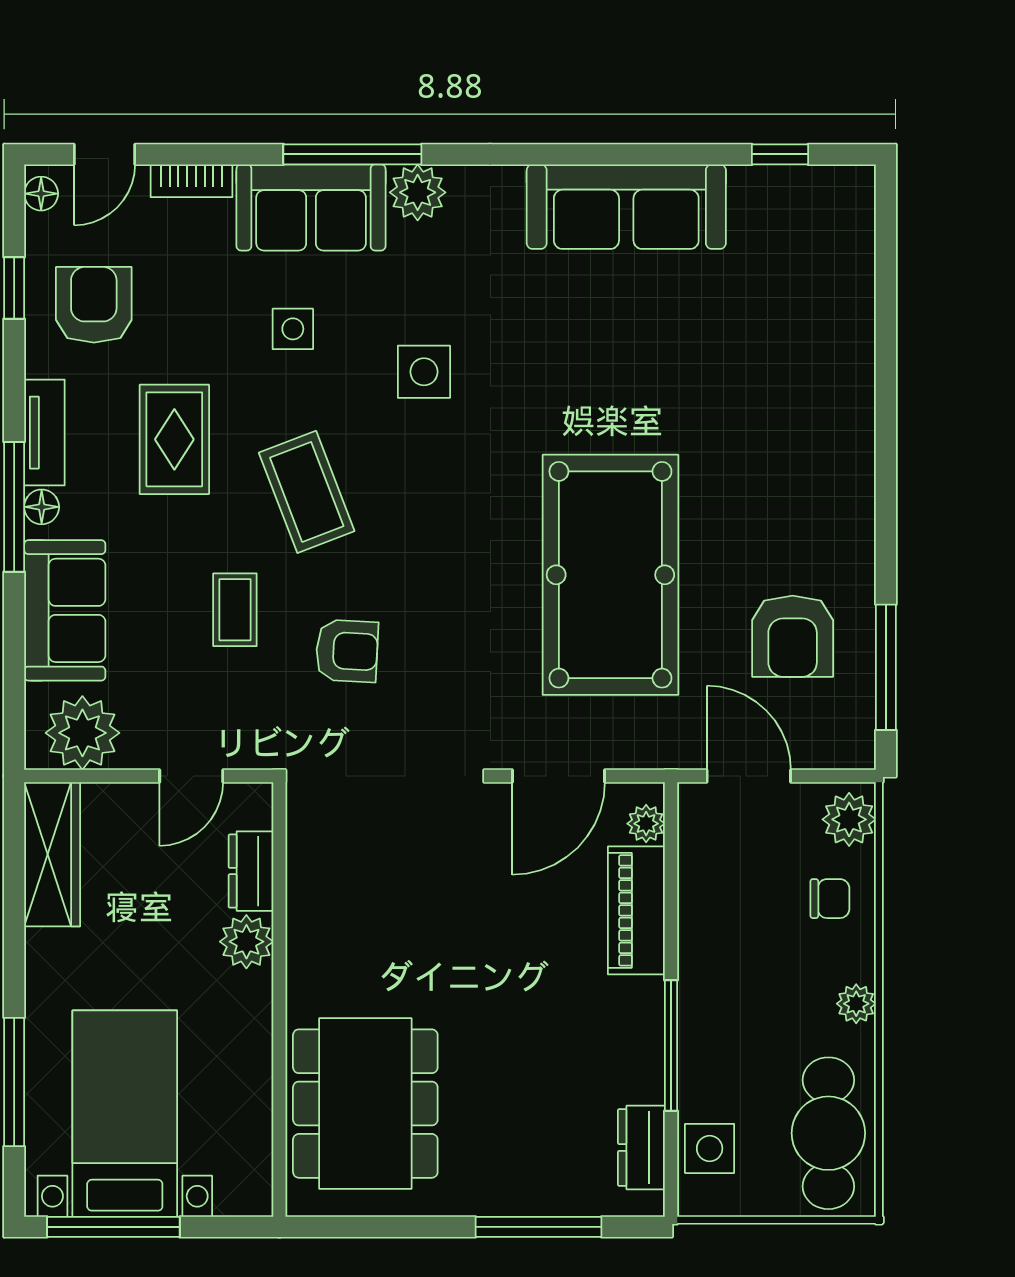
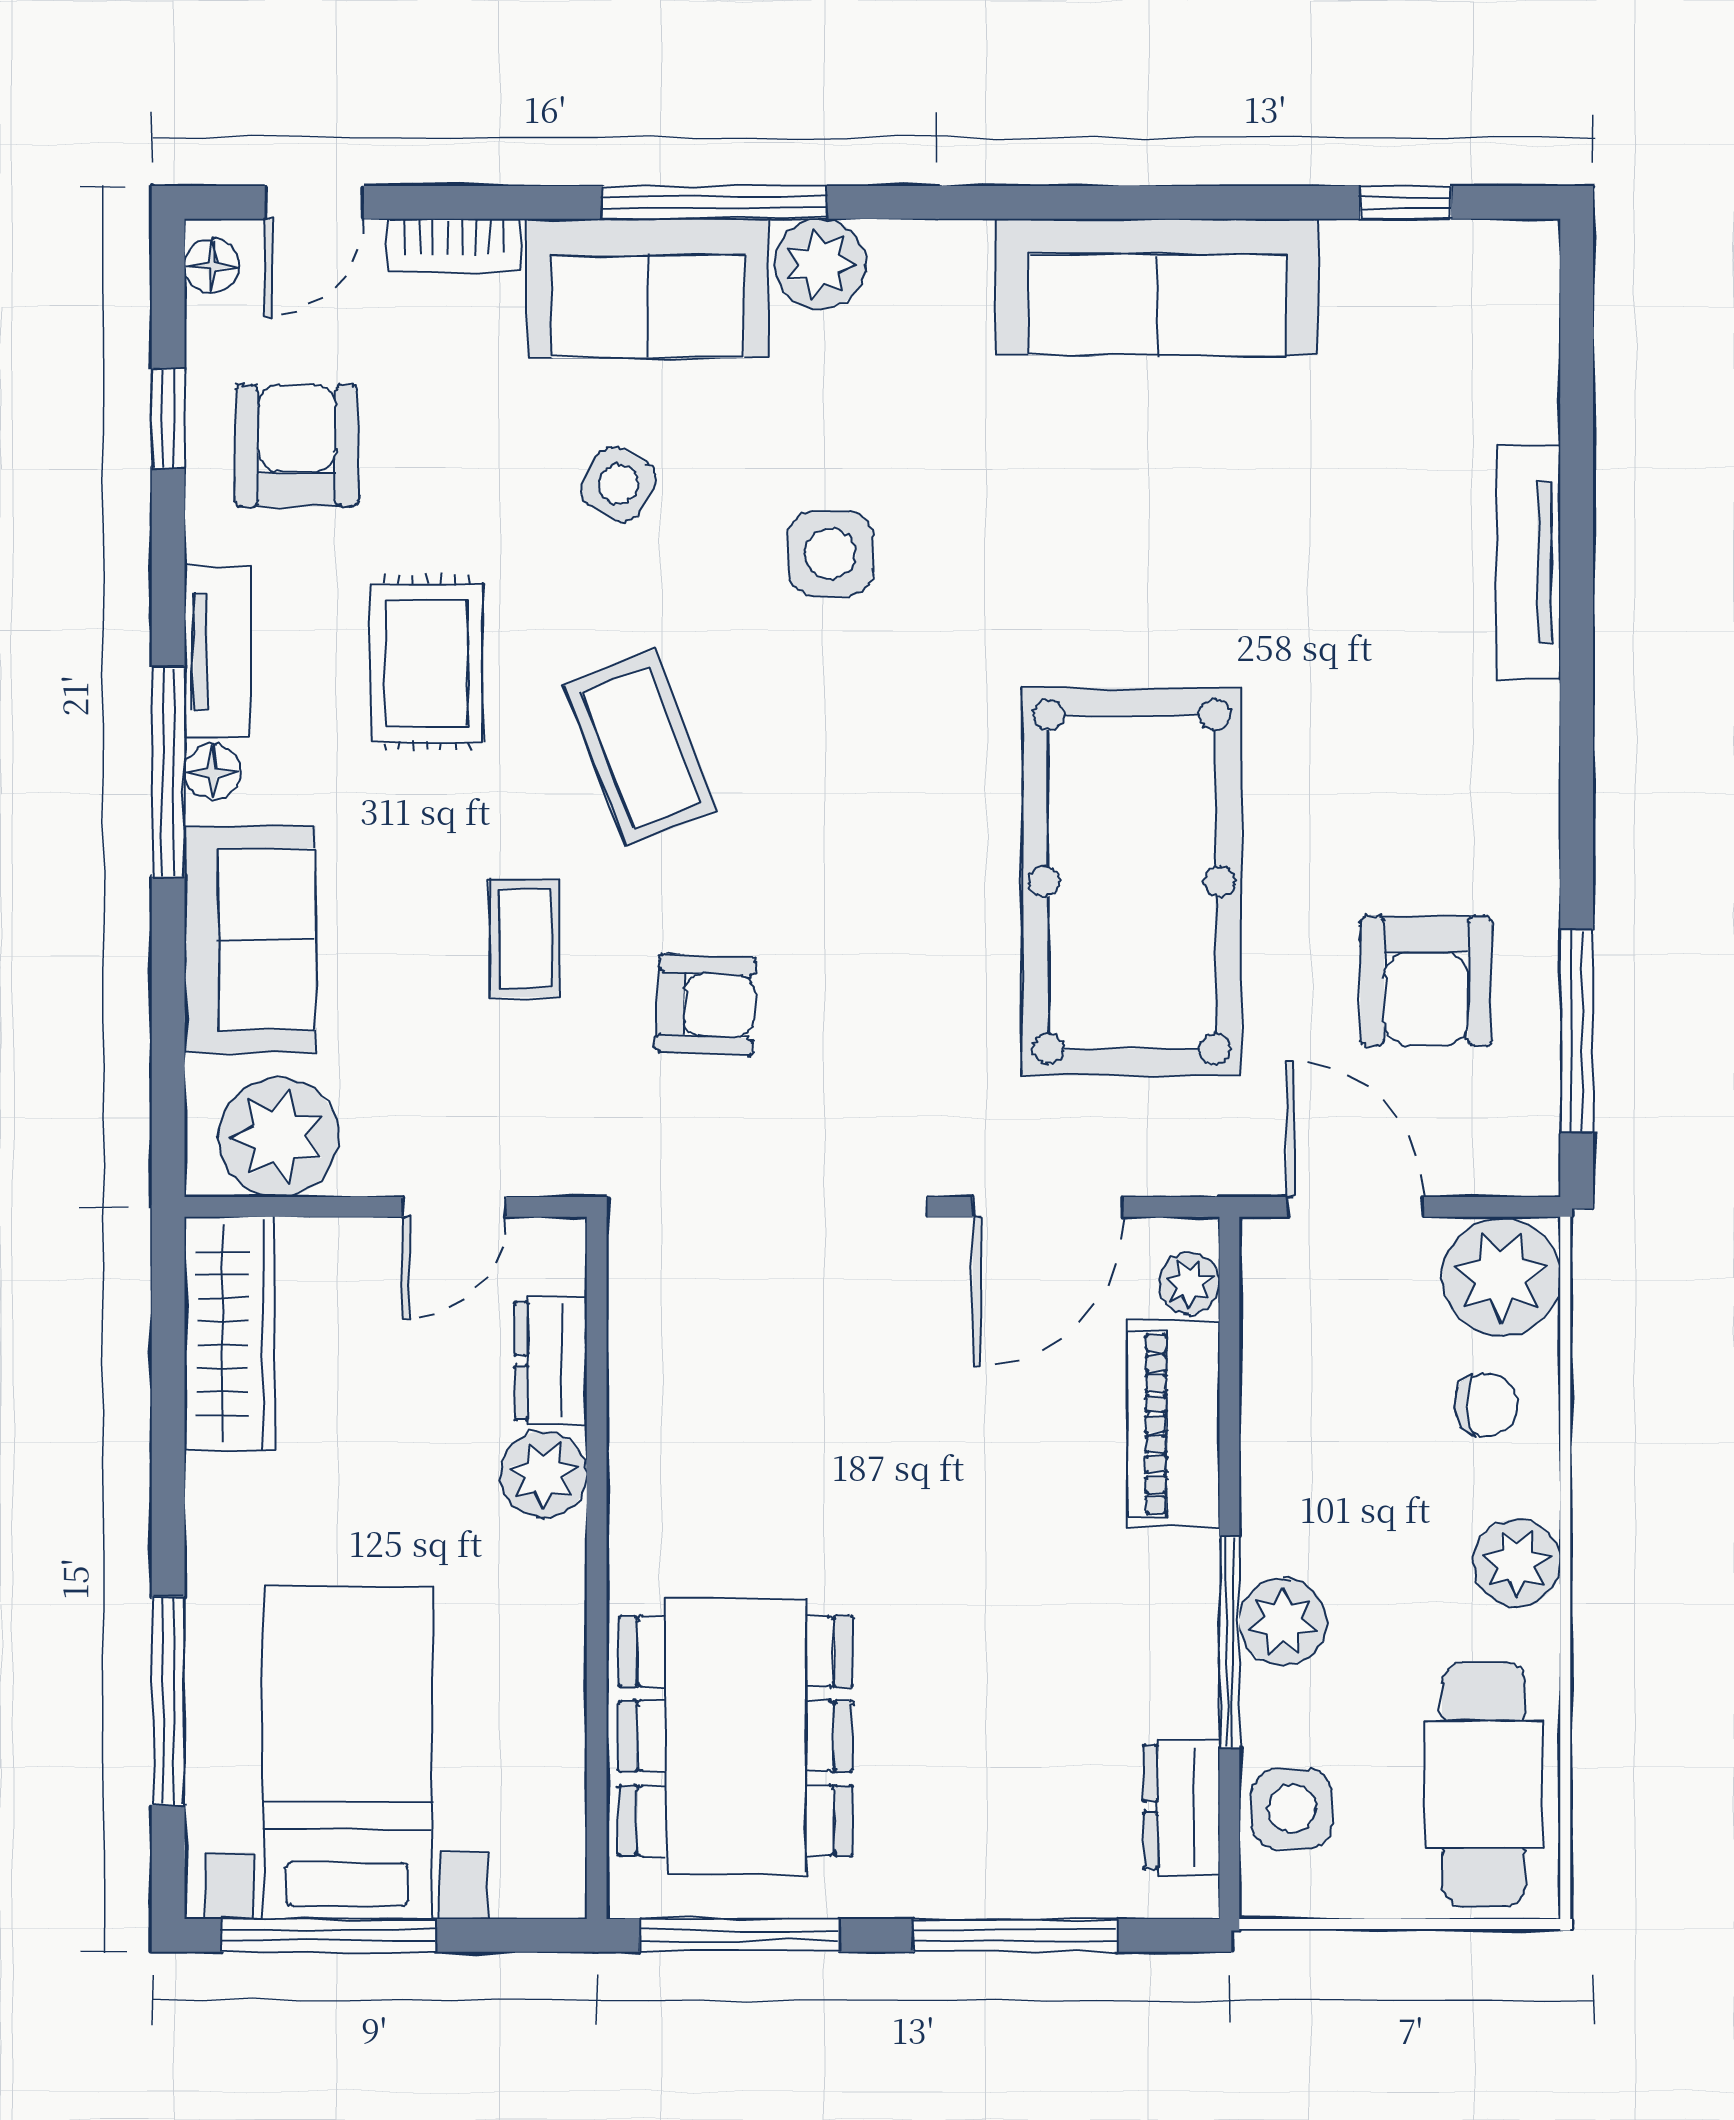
side table: (293, 329) -> (618, 484), turned 30
tv unit: (856, 377) -> (1529, 562), added
plant: (849, 819) -> (1501, 1277), width x1.36, depth x1.36
plant: (856, 1004) -> (1517, 1563), width x1.38, depth x1.38
plant: (704, 1033) -> (1283, 1622), added
window: (368, 1227) -> (739, 1935), added

